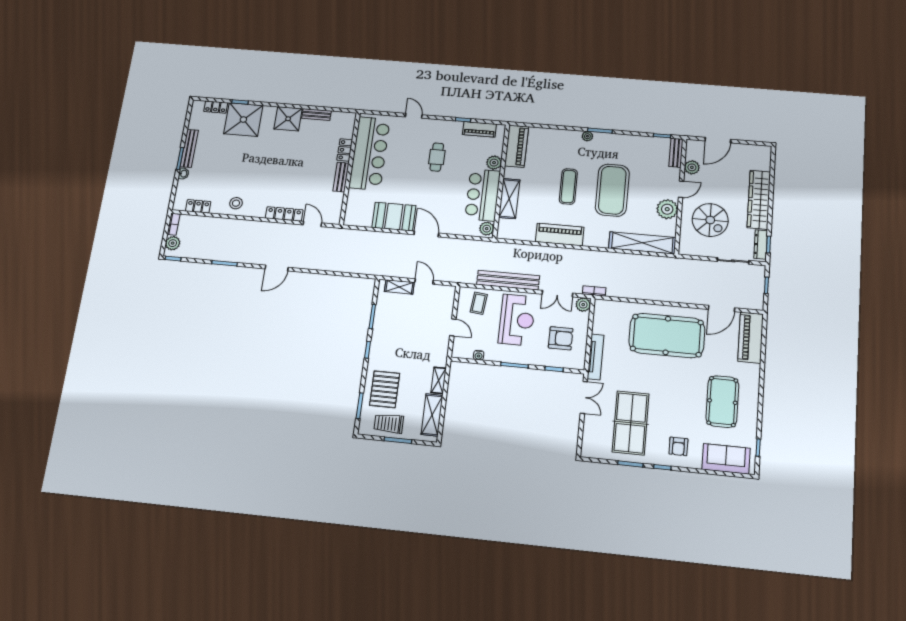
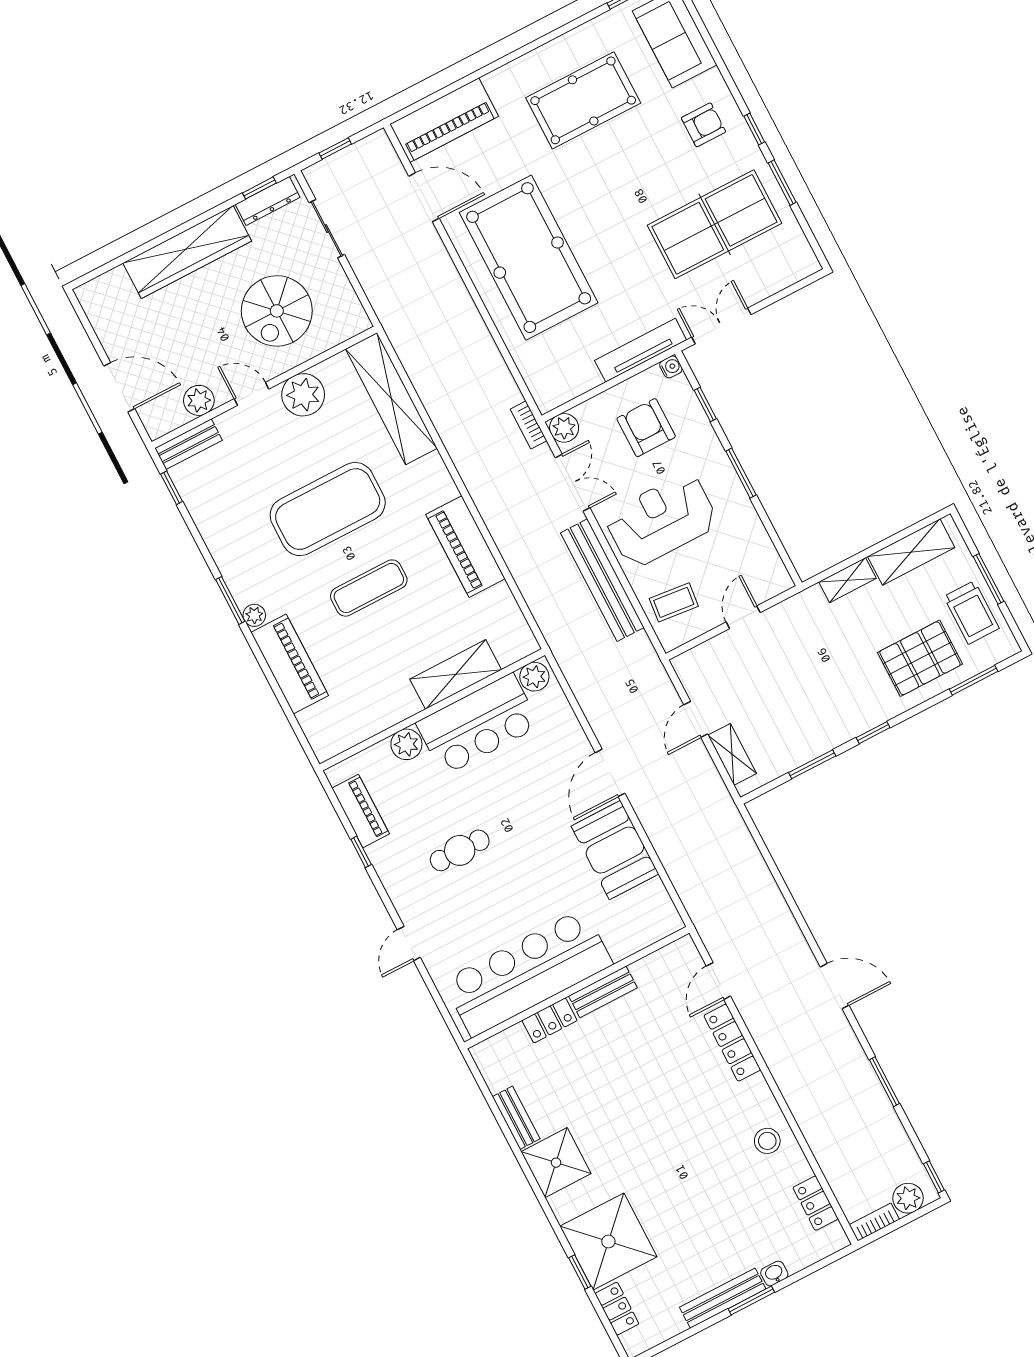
piano: (517, 146) -> (290, 664), moved, turned 90
spiral stairs: (710, 220) -> (277, 311), turned 180
water cooler: (479, 355) -> (671, 367), moved

